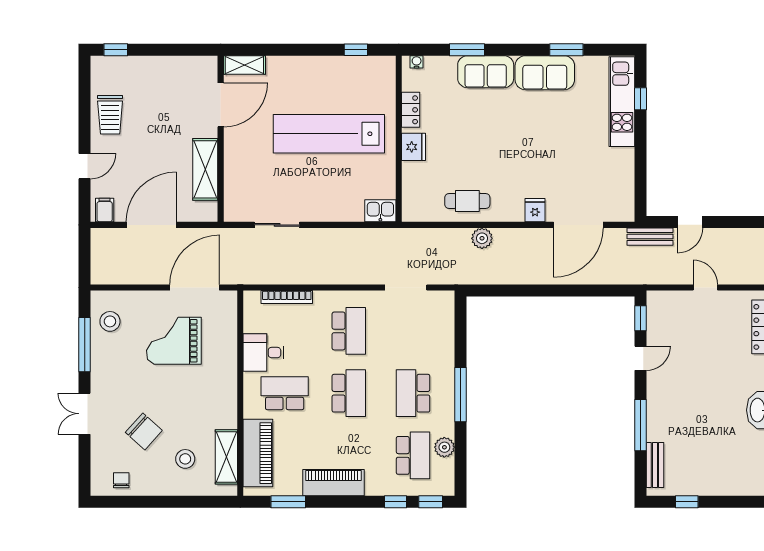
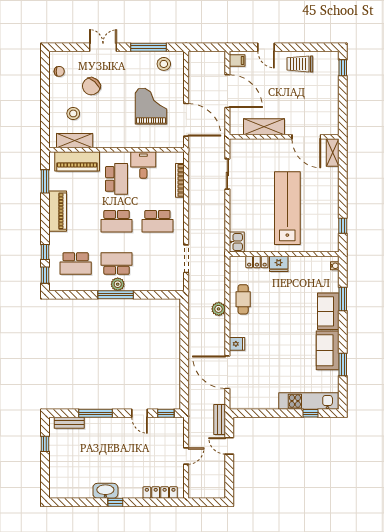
locker: (411, 110) -> (257, 262), moved
plant: (444, 447) -> (118, 284), moved

